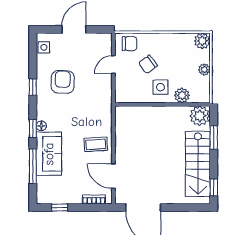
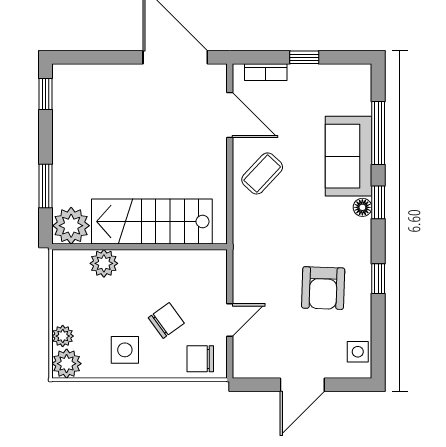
plant: (204, 70) -> (63, 336), moved
side table: (160, 87) -> (125, 350), moved
coffee table: (96, 144) -> (262, 173), turned -43
stairs: (198, 164) -> (152, 221), moved, turned -90
window: (60, 208) -> (304, 57), moved

